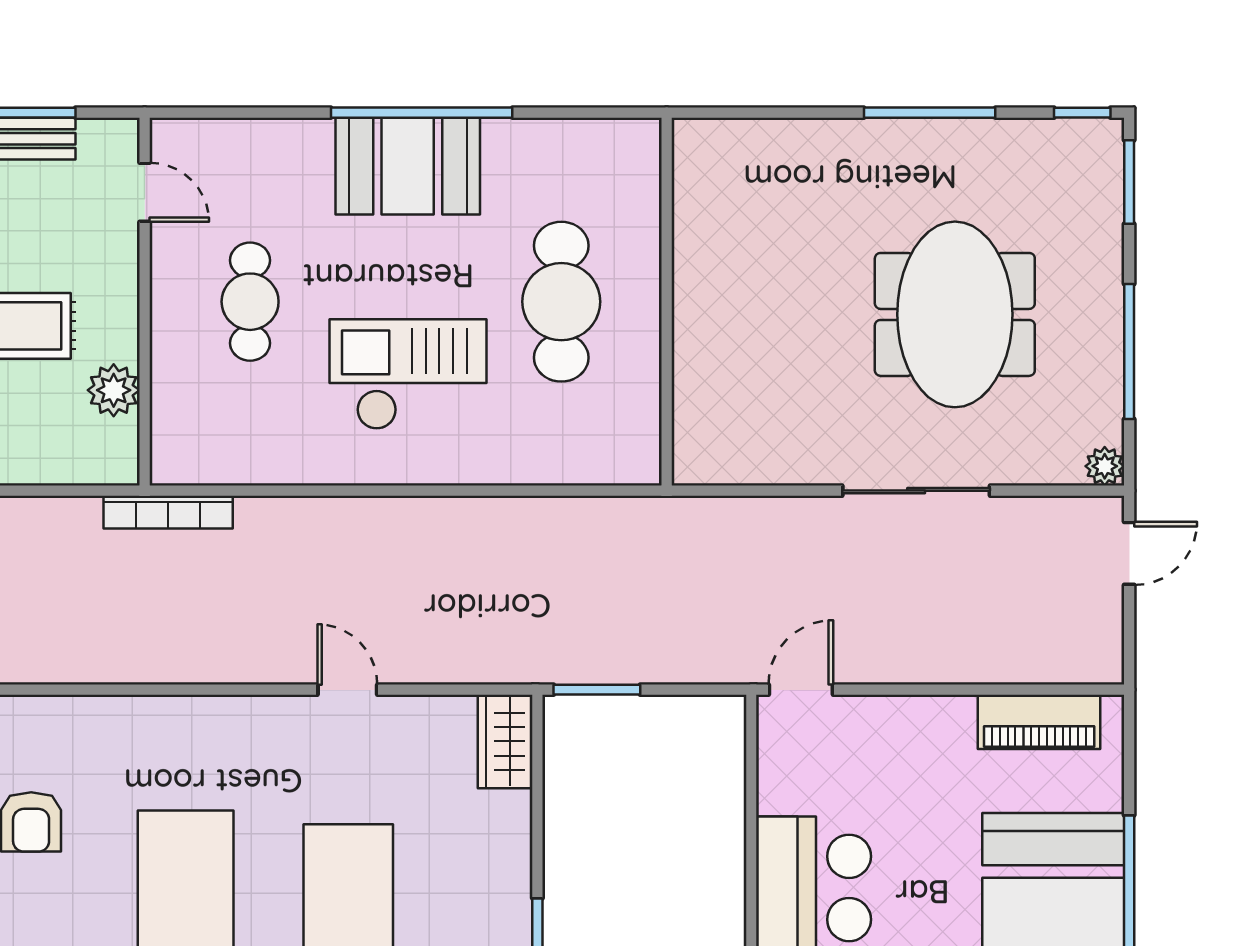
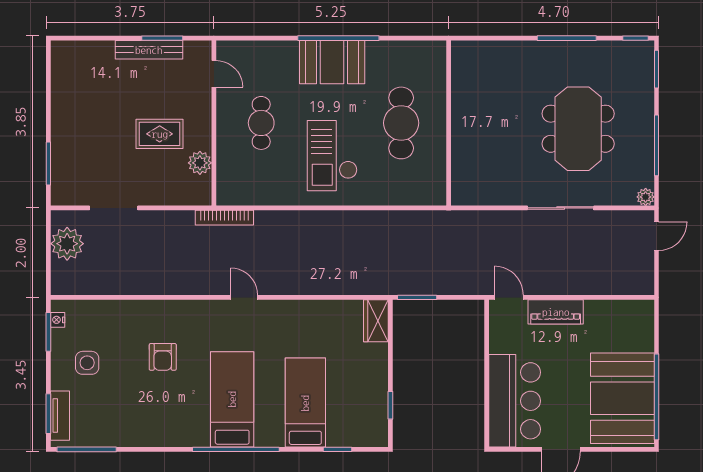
checkout: (408, 374) -> (332, 156), turned -90
door: (347, 690) -> (244, 297), moved
door: (801, 690) -> (509, 297), hinge flipped
piano: (1039, 722) -> (556, 312), moved

